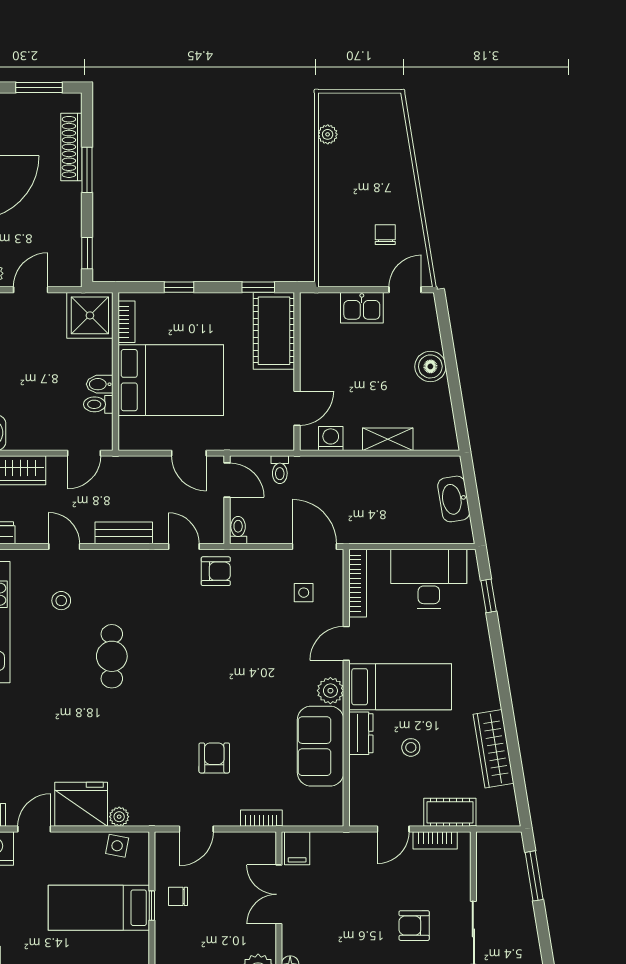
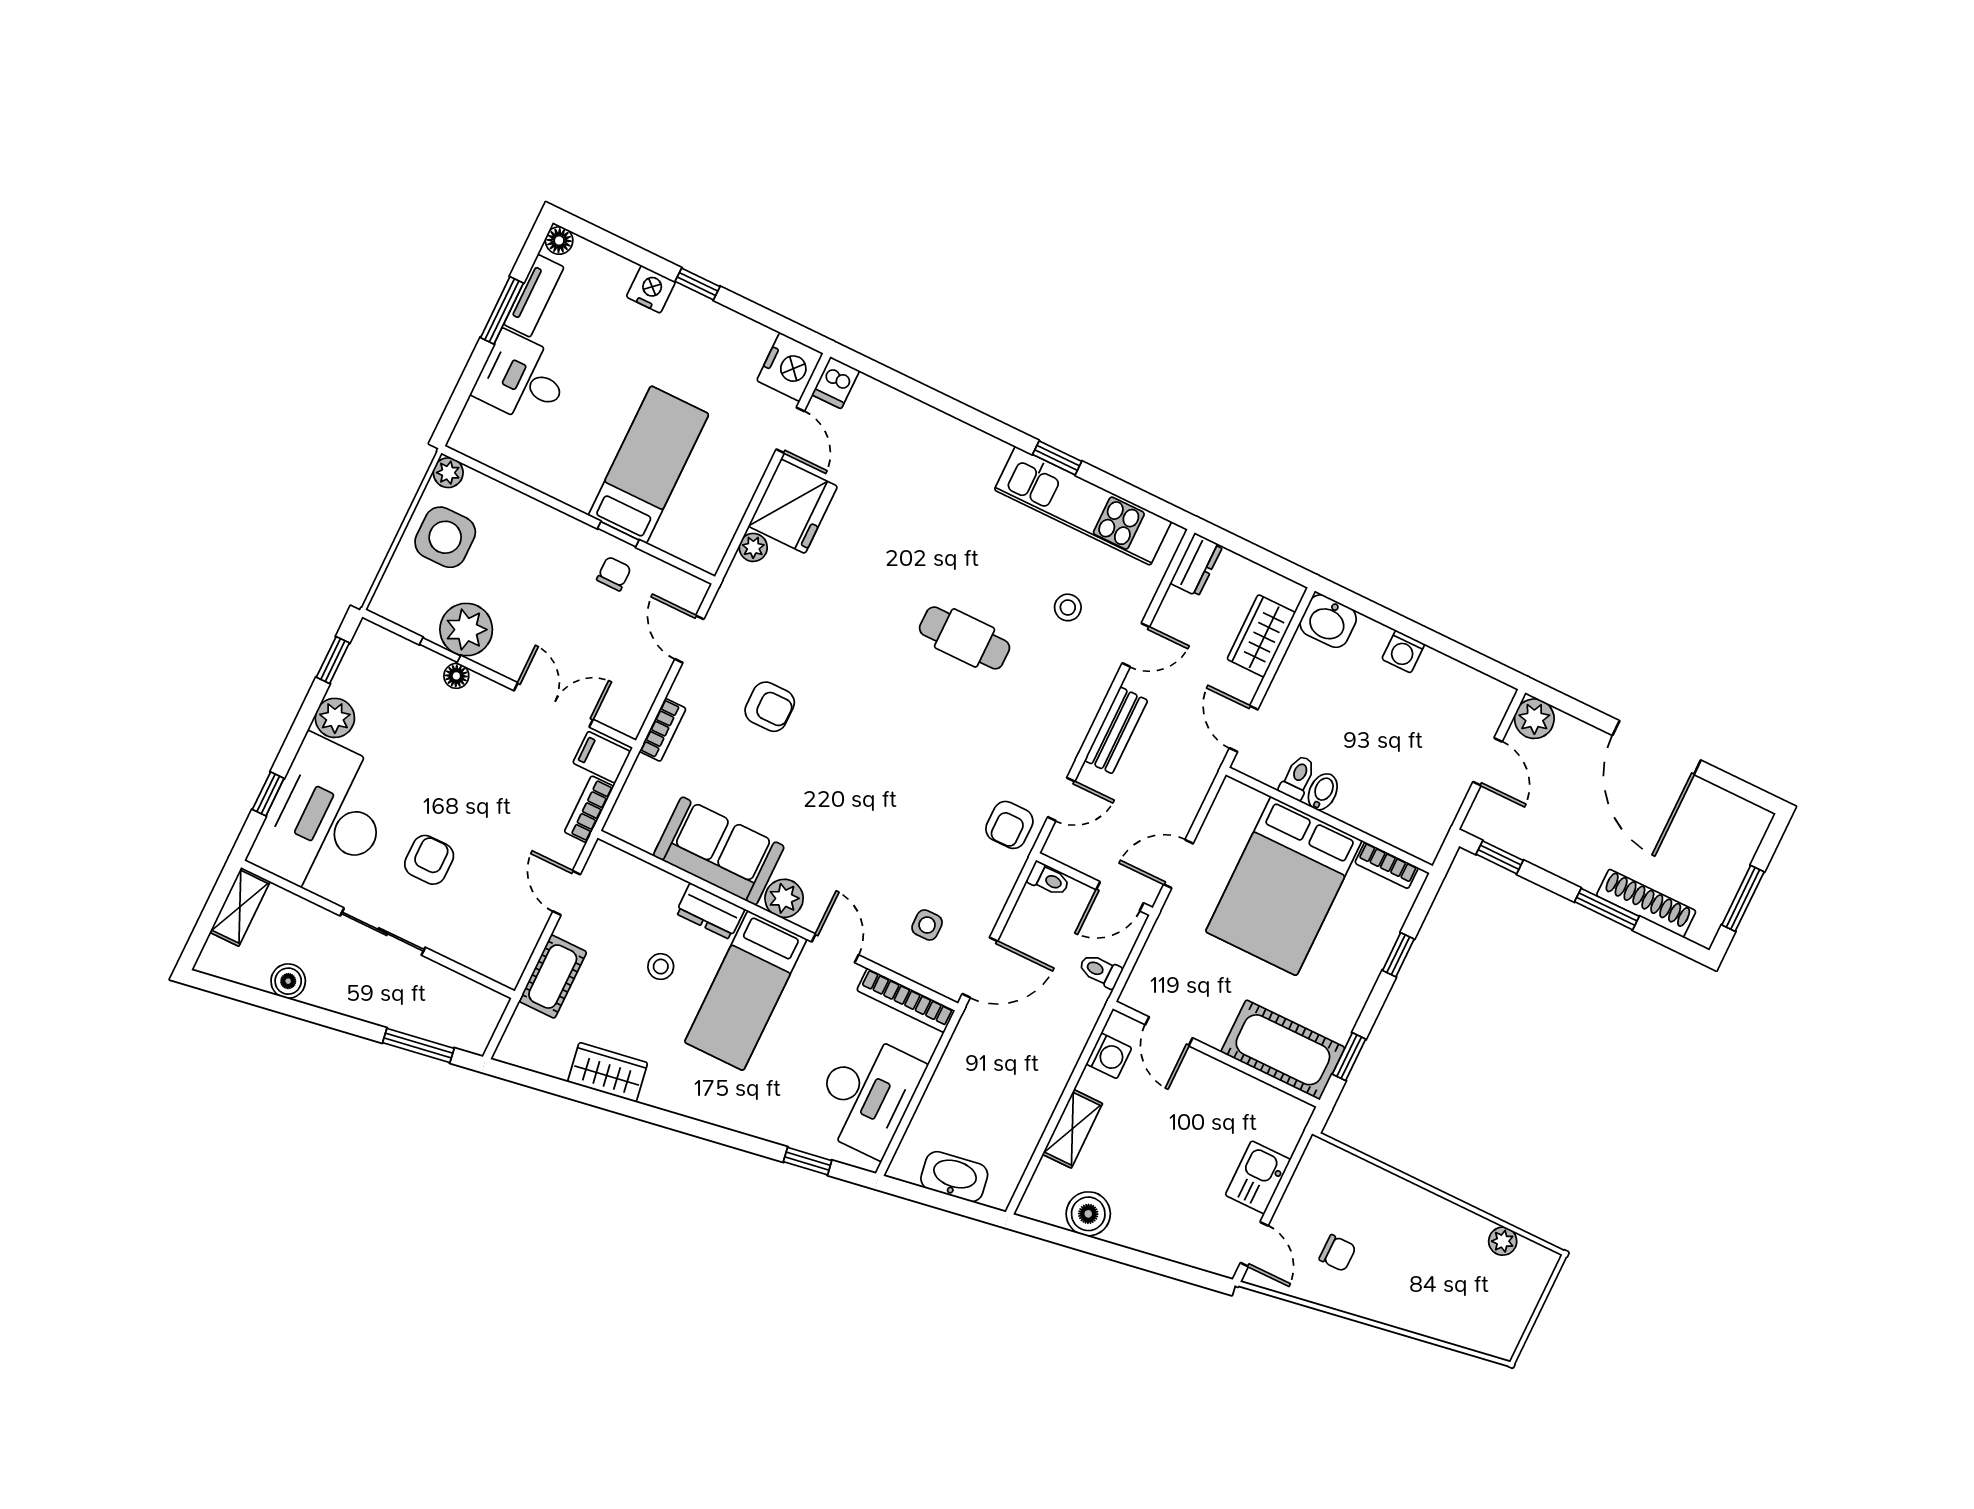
shower: (90, 315) -> (1417, 822), removed
boiler: (430, 366) -> (1088, 1214), moved
wardrobe: (493, 749) -> (608, 1072), width x0.67
bookcase: (435, 840) -> (589, 809), moved
side table: (117, 846) -> (717, 527), removed

